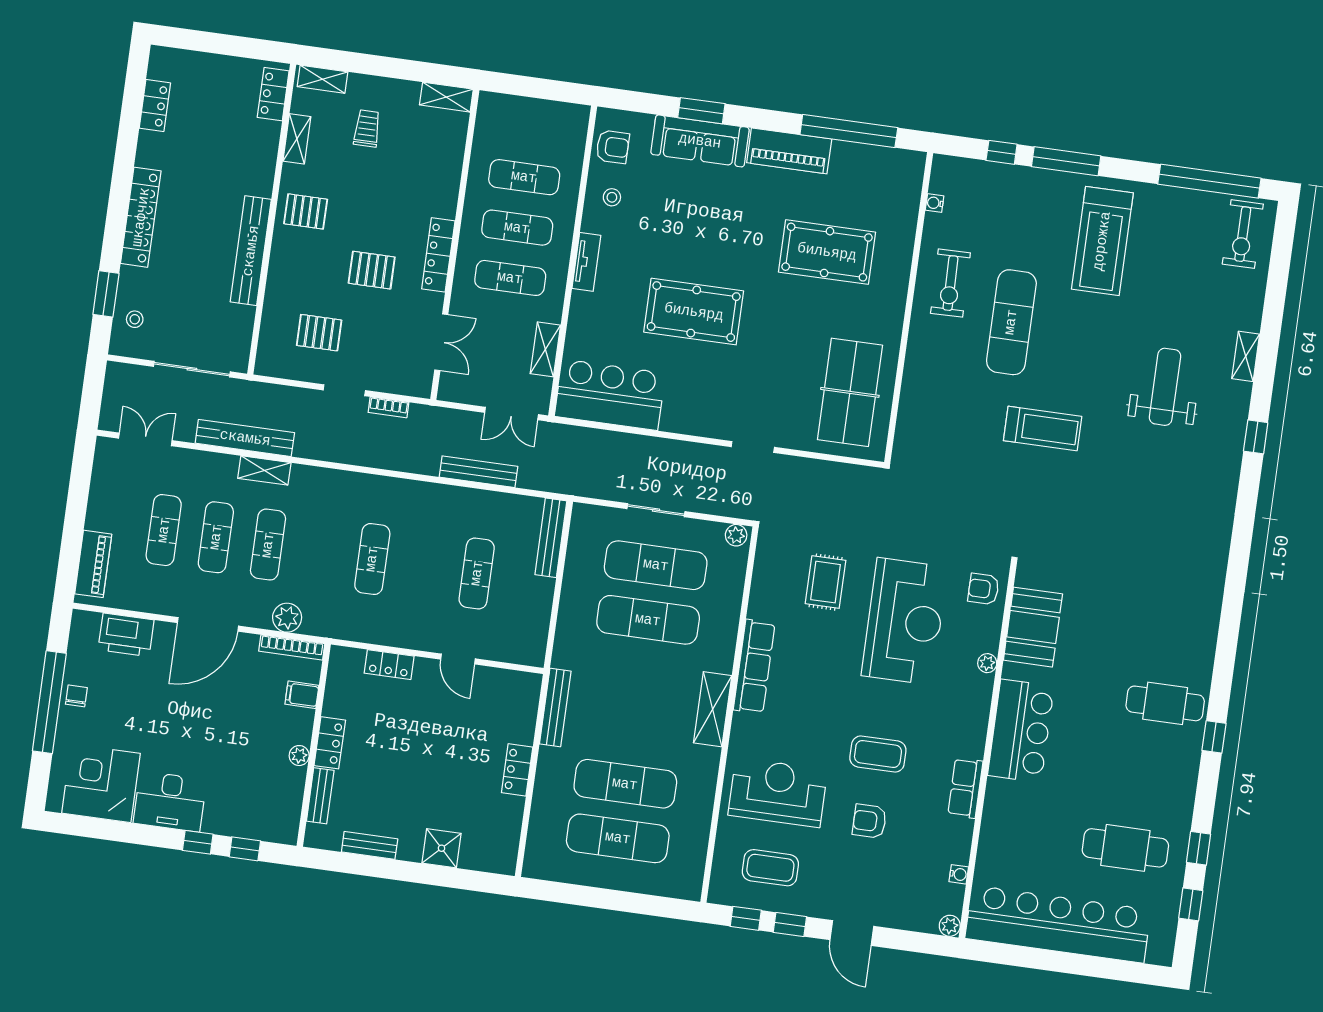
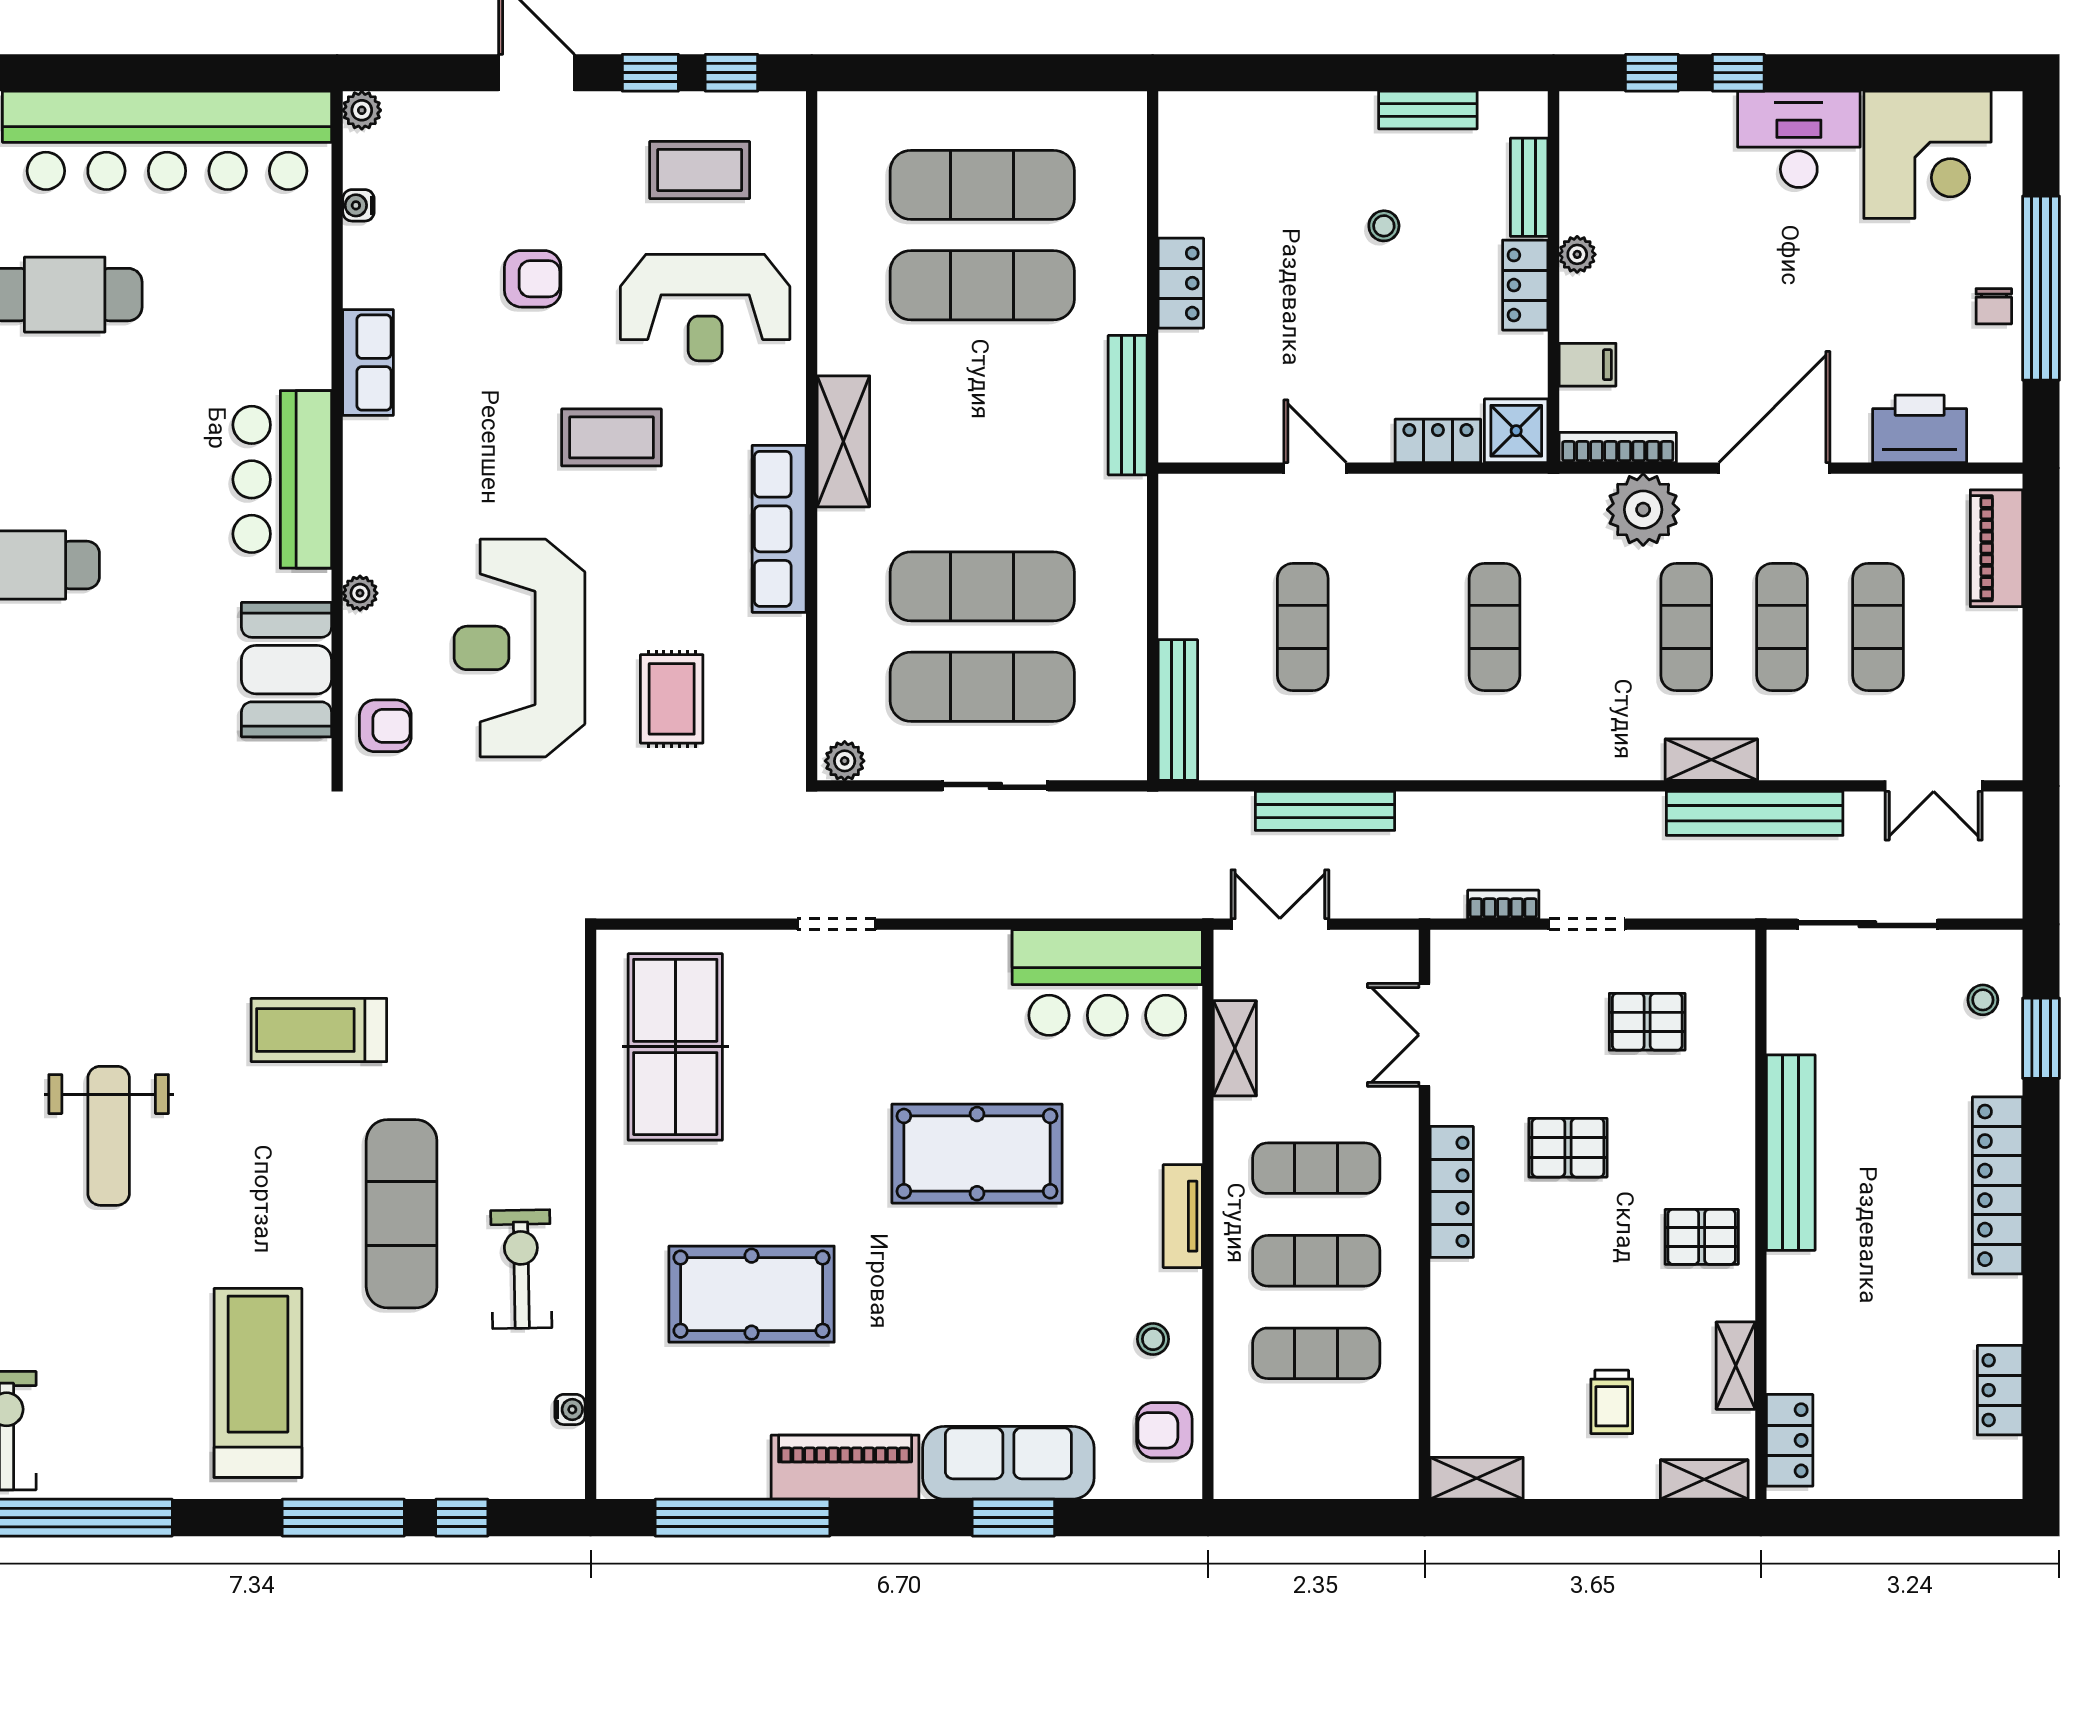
plant: (287, 618) -> (1643, 510), width x1.36, depth x1.36
coffee table: (878, 754) -> (611, 437), moved
stool: (402, 786) -> (1384, 226), added
shower: (441, 848) -> (1516, 431), moved

